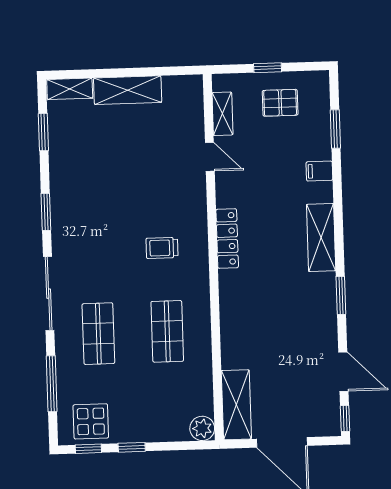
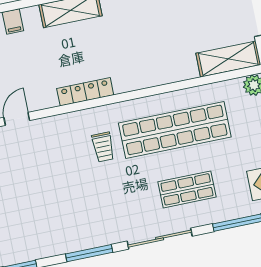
window: (46, 212) -> (89, 253), width x1.44
shop shelf: (167, 331) -> (175, 130), width x2.00, depth x1.36

